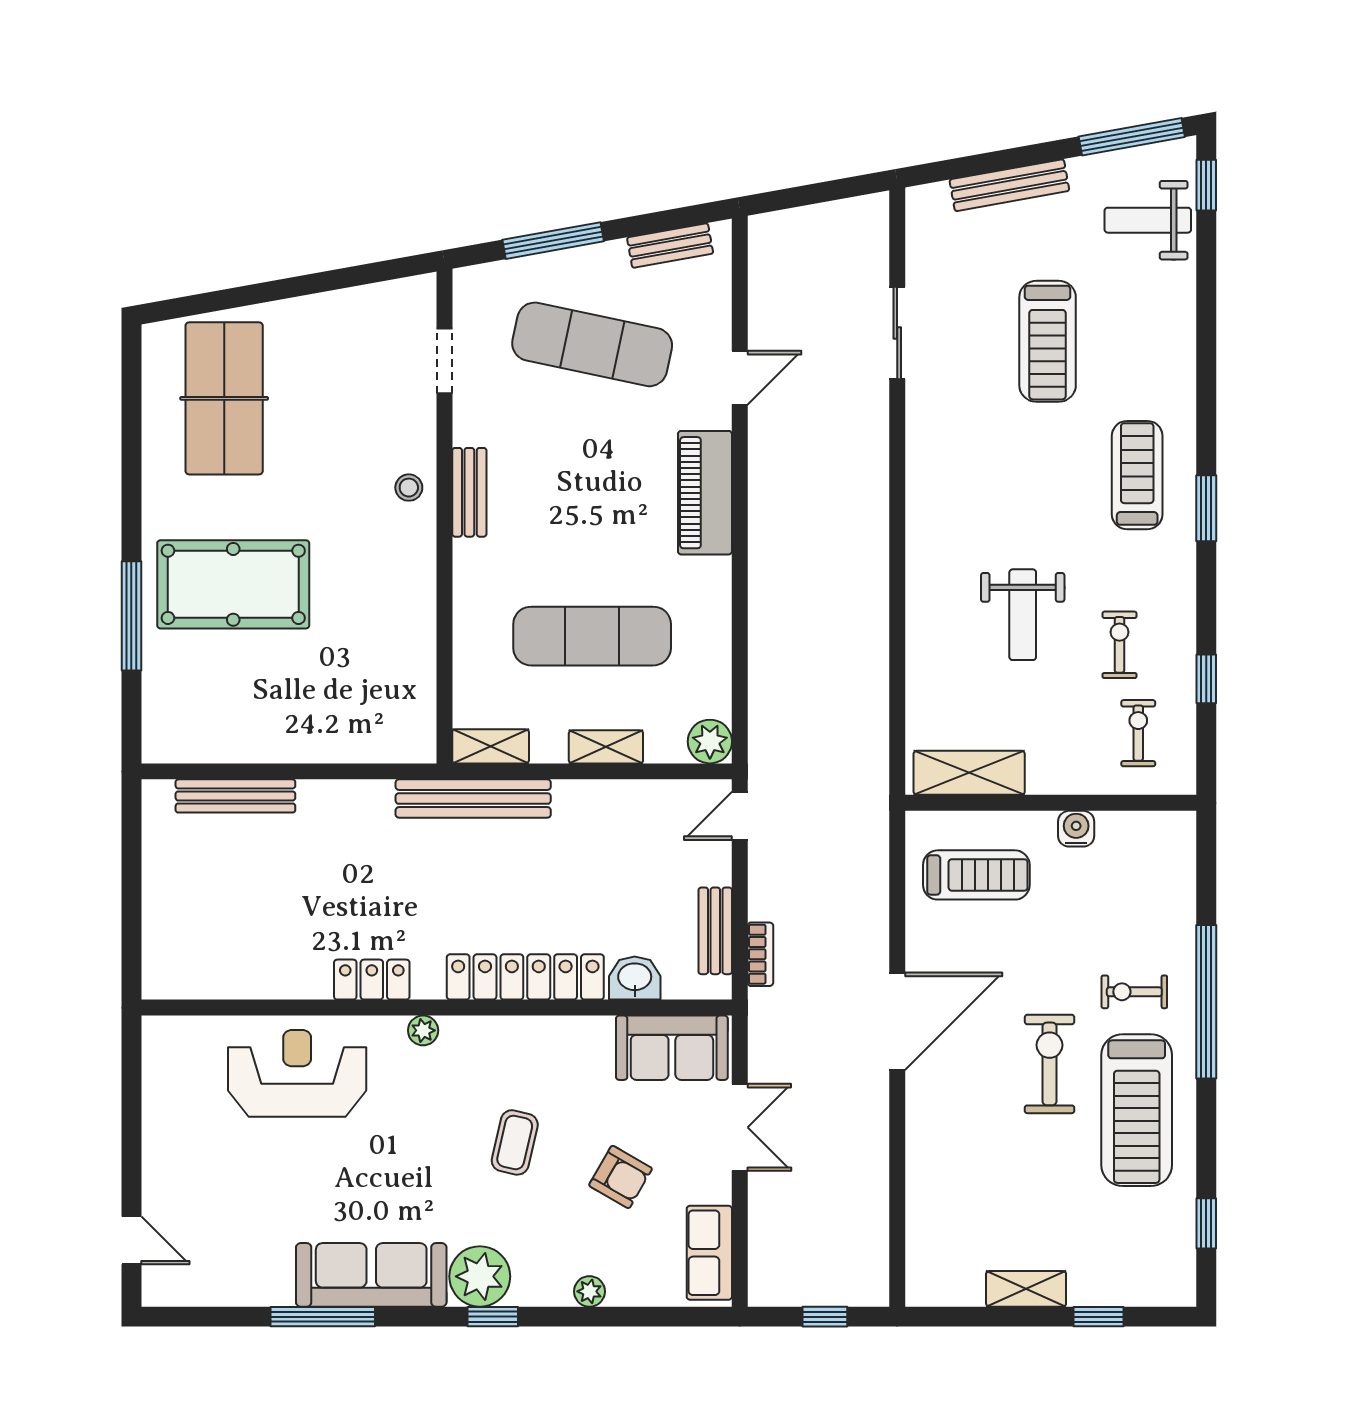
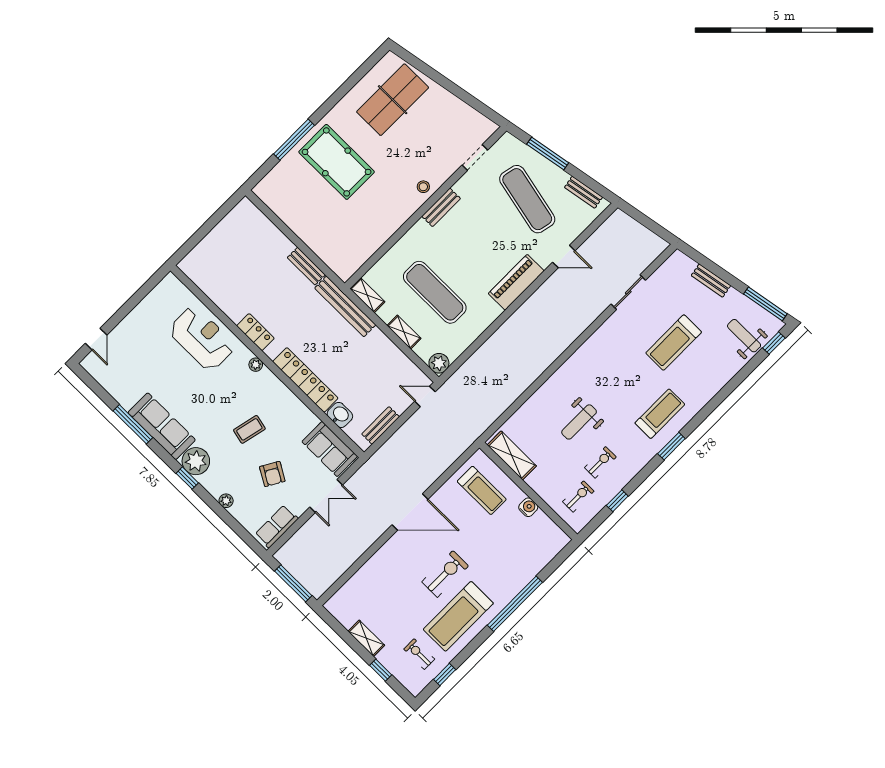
bench: (1009, 185) -> (711, 281), width x0.73
bench: (235, 796) -> (306, 266), moved, width x0.73
bookcase: (760, 954) -> (388, 447), removed
exercise bike: (1134, 992) -> (419, 654), moved
window: (825, 1317) -> (293, 583), width x2.17

